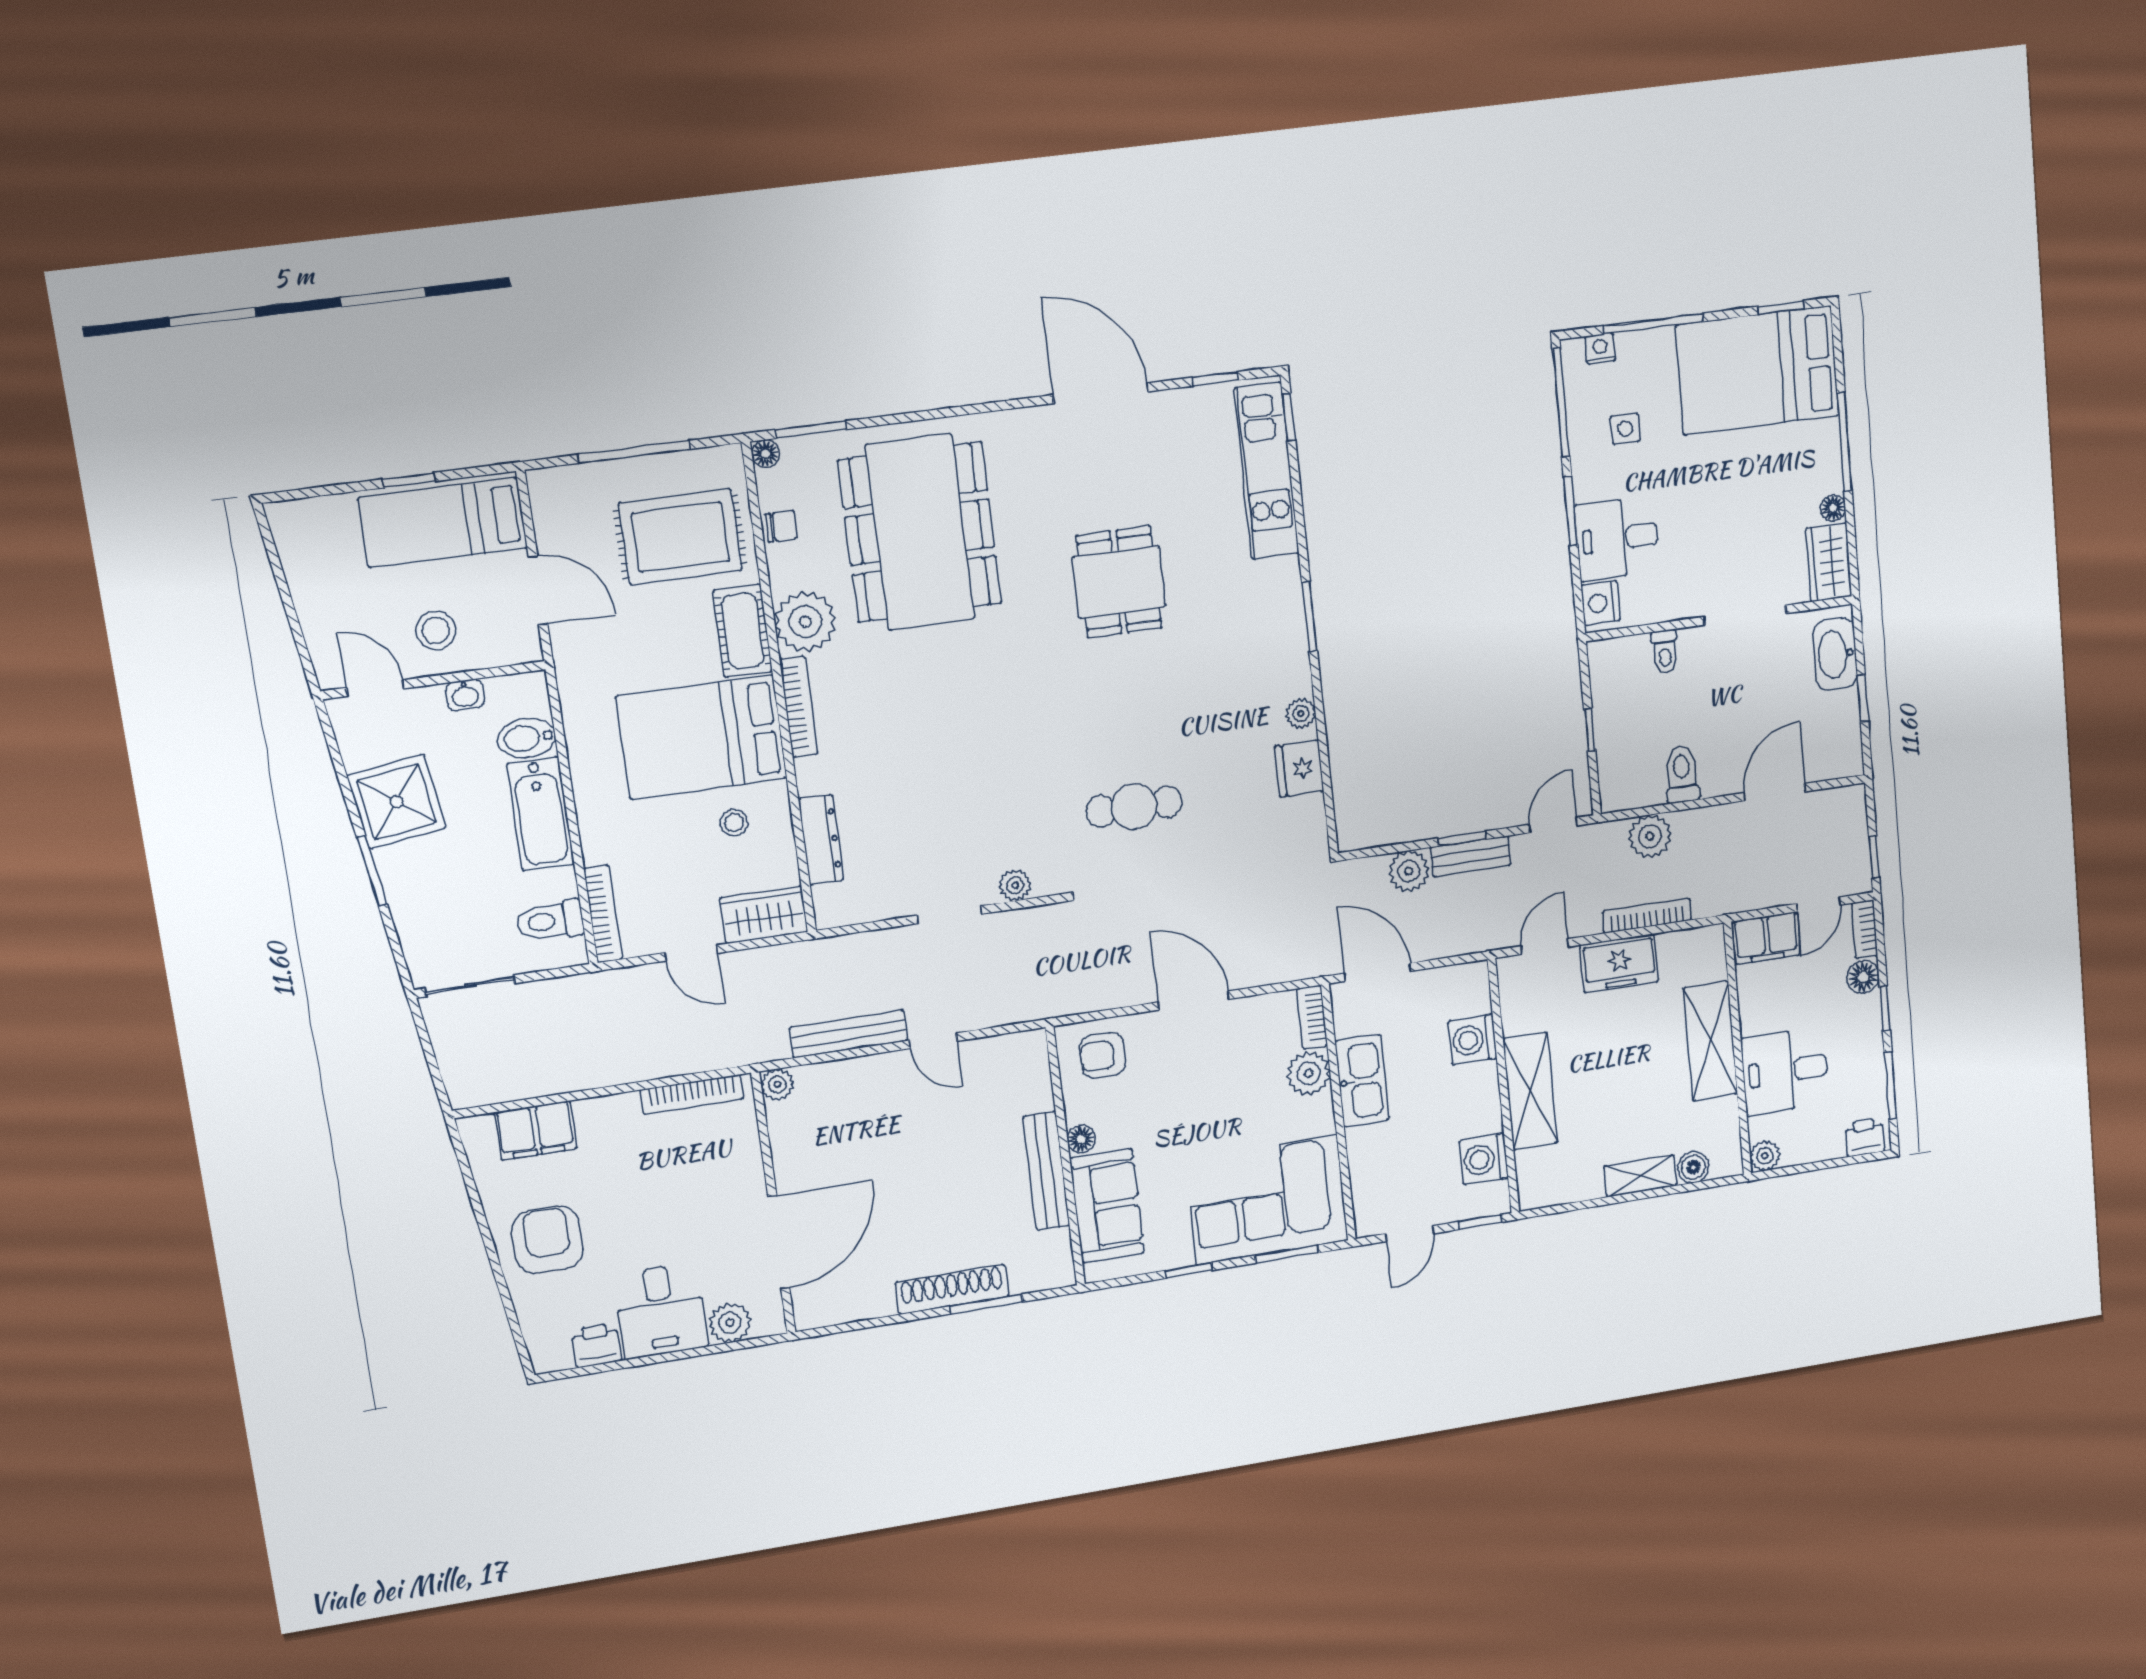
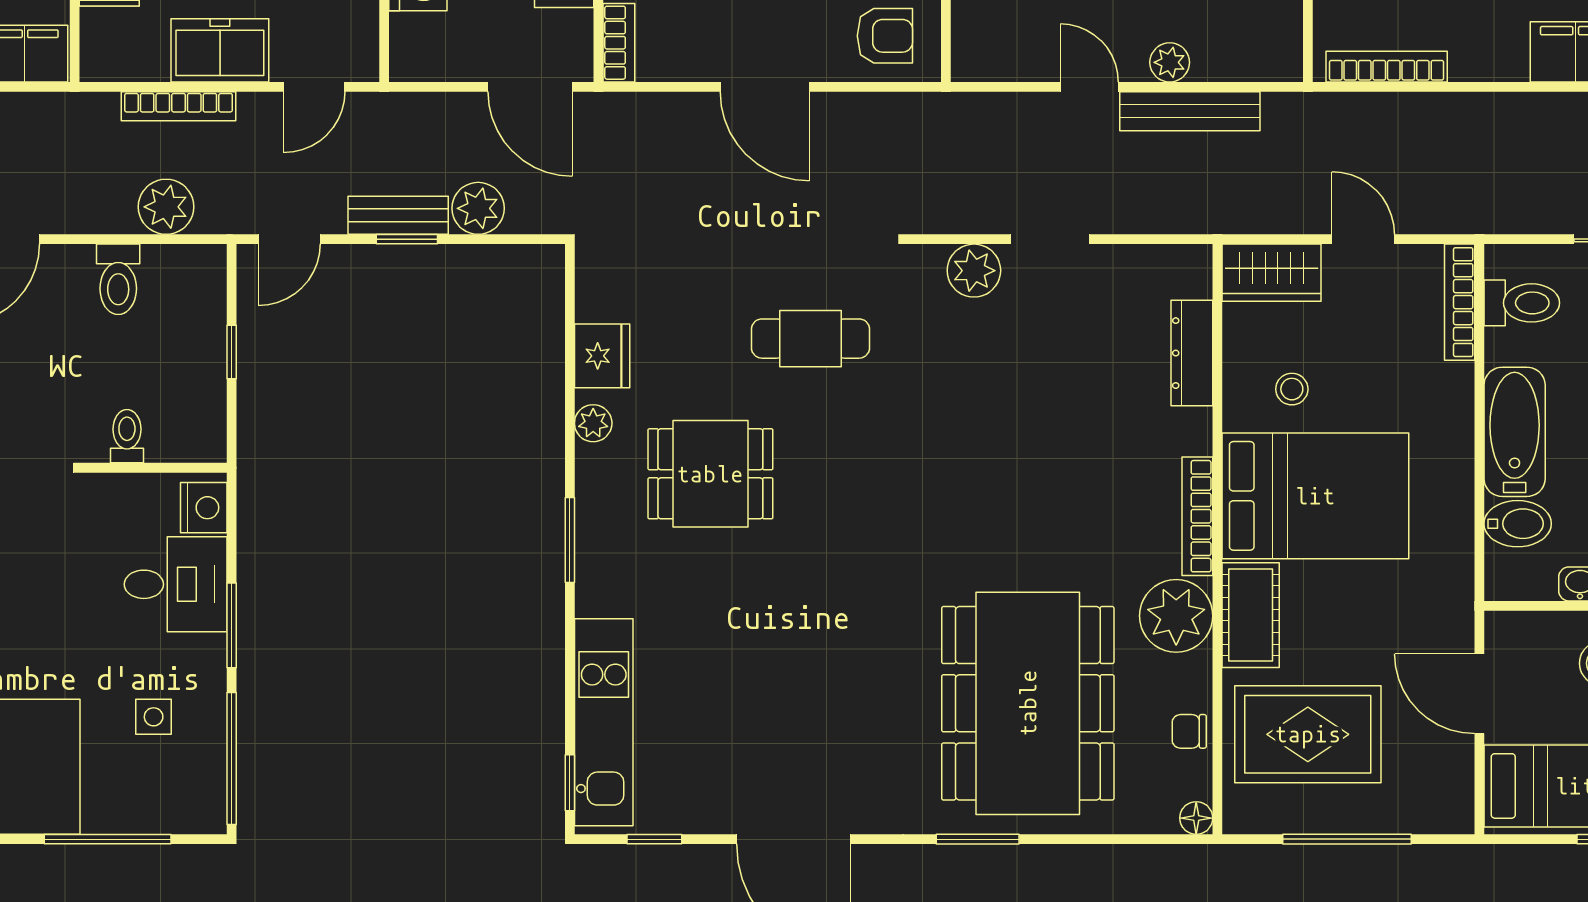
nightstand: (1600, 349) -> (177, 817), removed
window: (811, 430) -> (978, 839), moved
dining table: (1119, 582) -> (710, 474), moved, turned 90
plant: (1015, 885) -> (974, 271), width x1.38, depth x1.38
plant: (777, 1084) -> (1170, 62), moved

